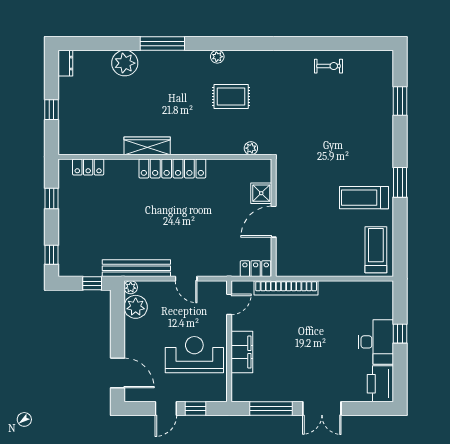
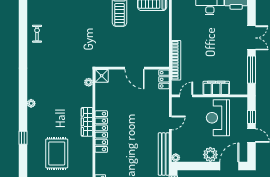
window: (162, 43) -> (23, 138), width x0.46
plant: (125, 63) -> (35, 161), removed
rug: (231, 96) -> (57, 153), moved, width x1.36, depth x1.43
wardrobe: (147, 146) -> (87, 122), moved
shower: (261, 193) -> (102, 76), moved
door: (229, 304) -> (186, 96), hinge flipped
plant: (136, 307) -> (210, 155), moved

